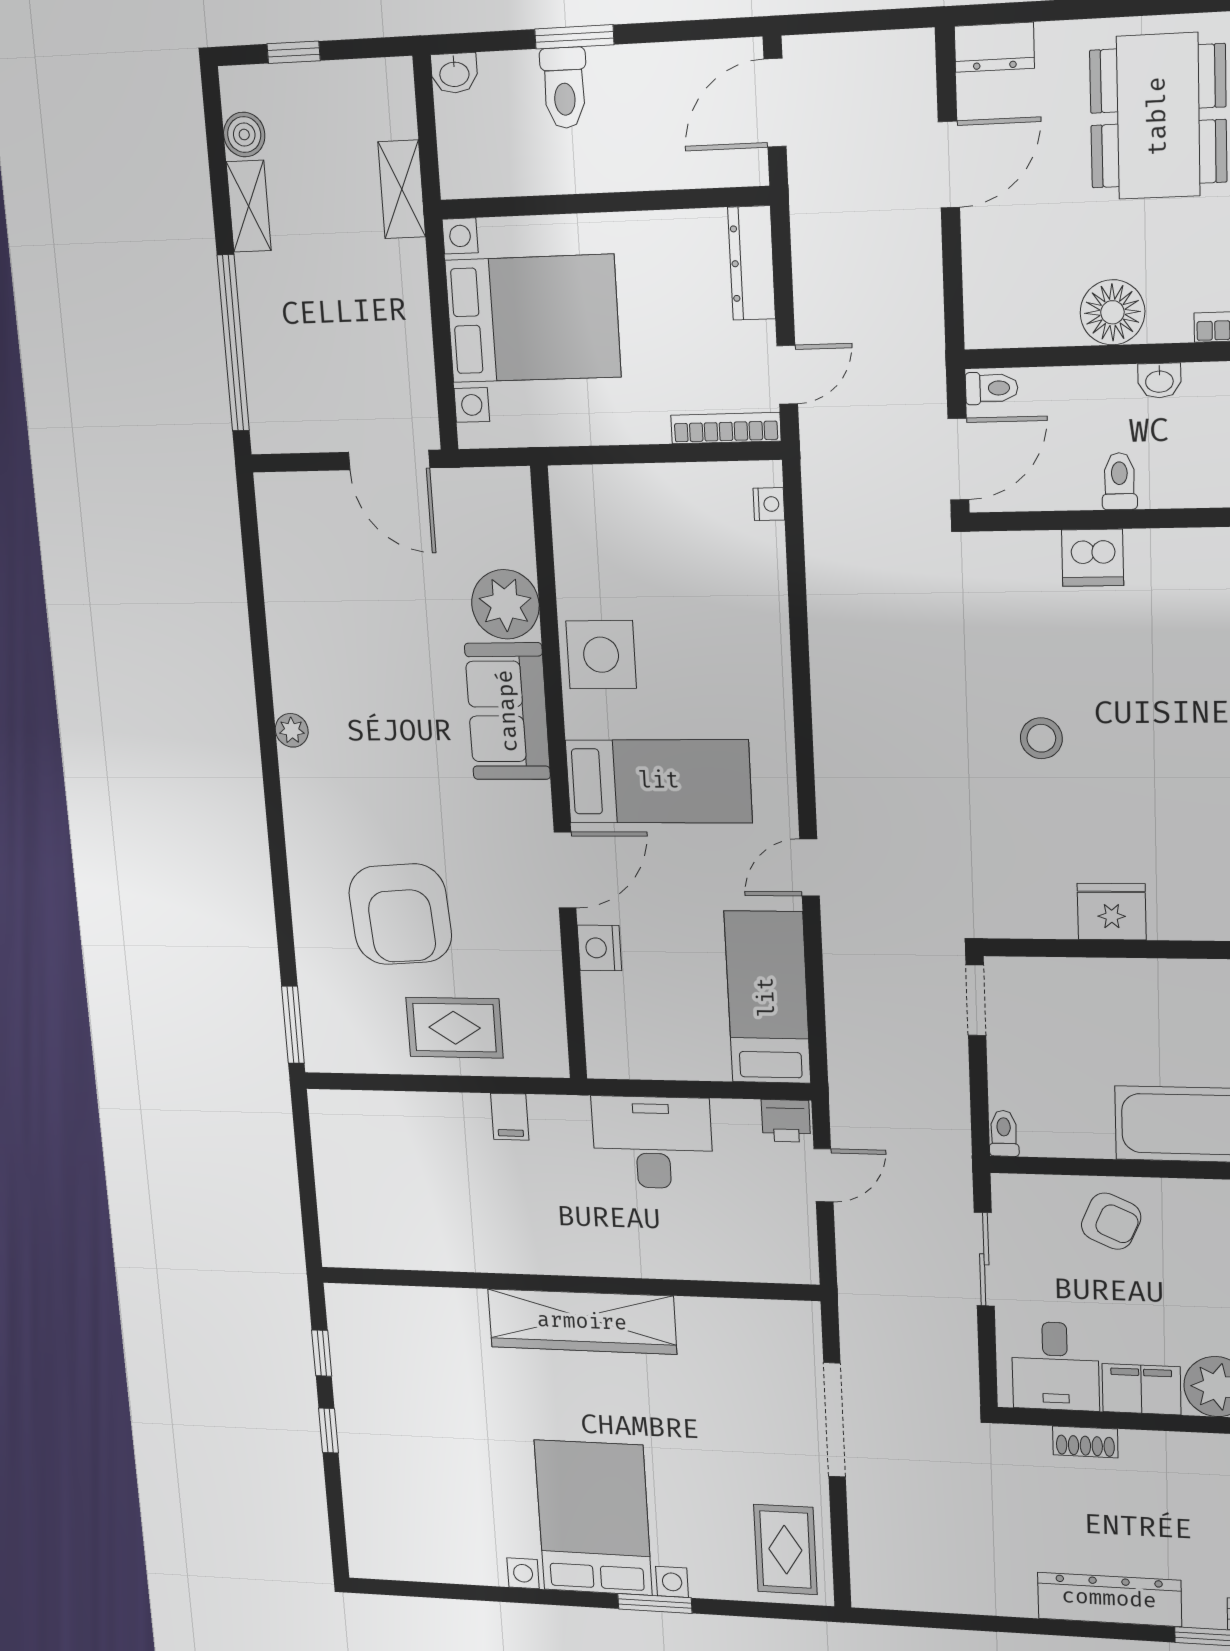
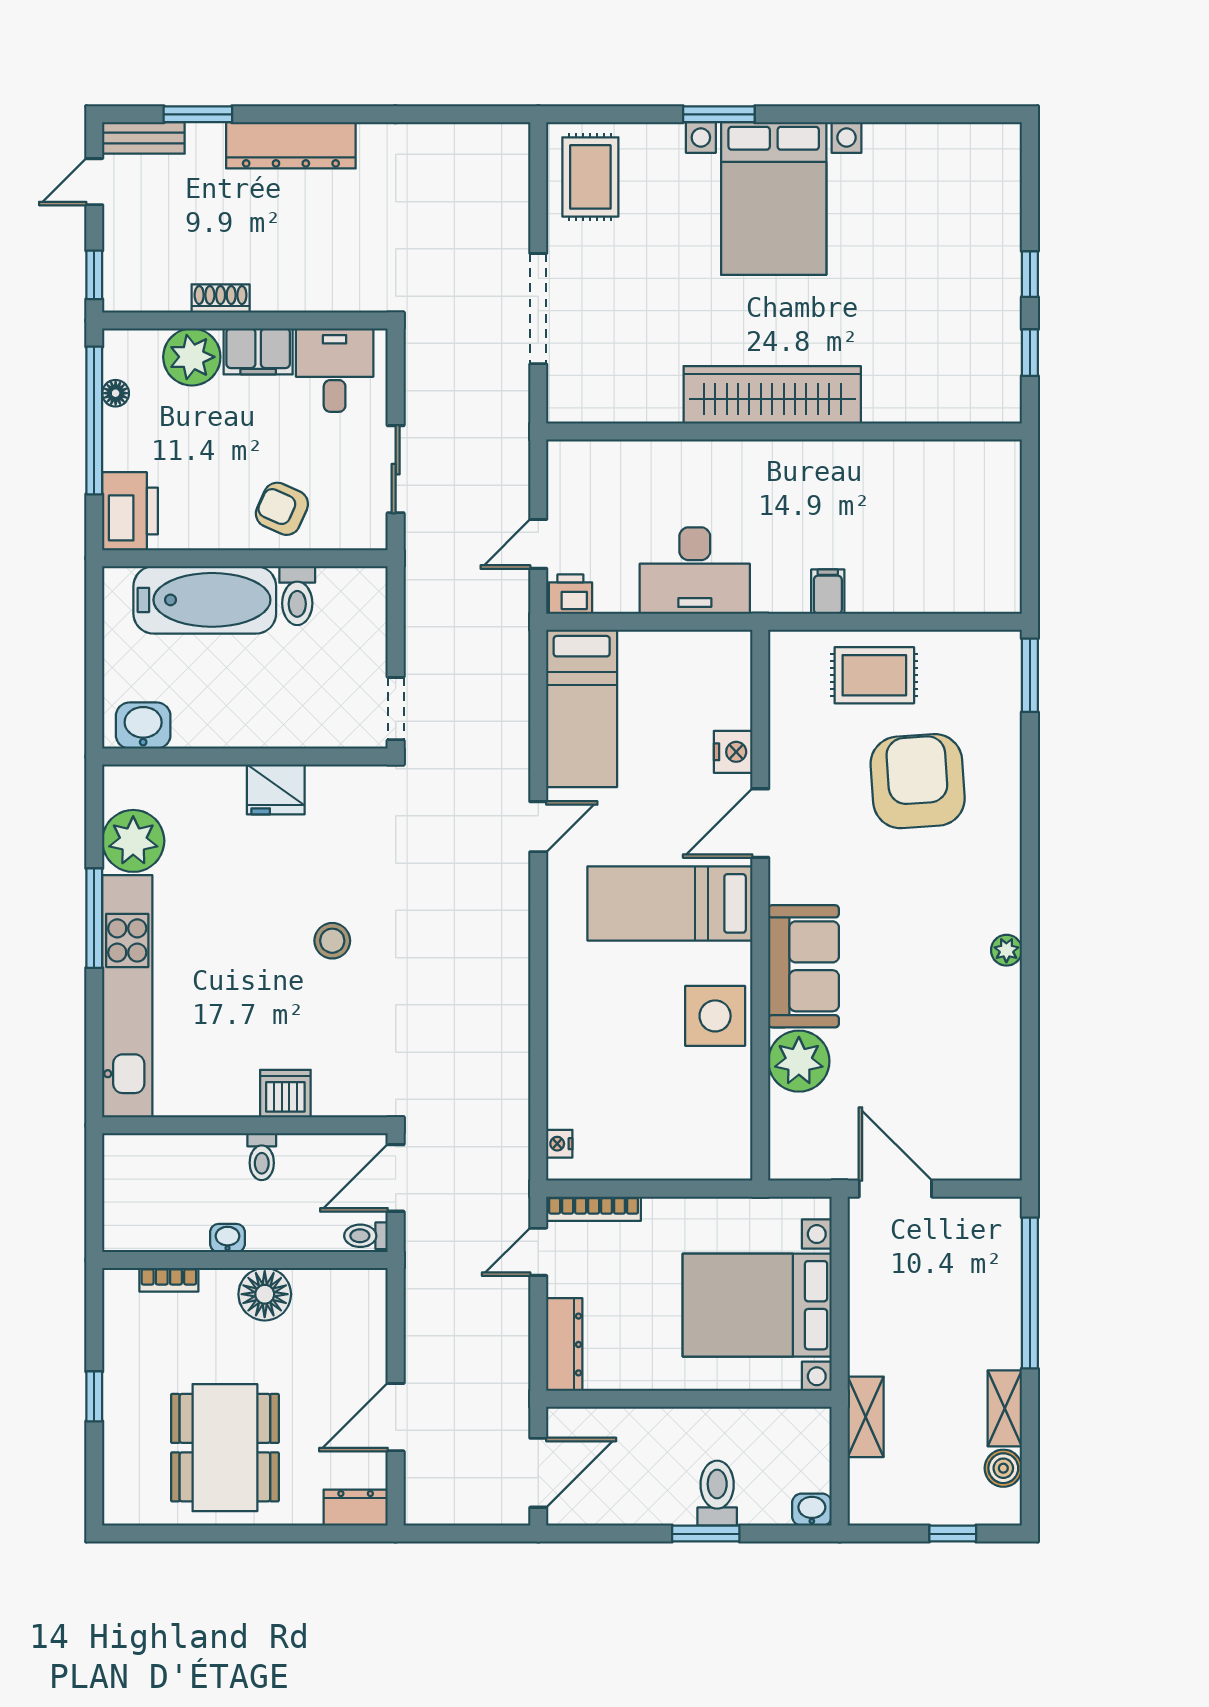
toilet: (1004, 1133) -> (297, 596), moved, width x1.37, depth x1.39
shoe rack: (1085, 1442) -> (221, 298), moved

